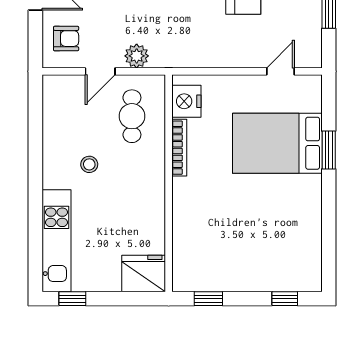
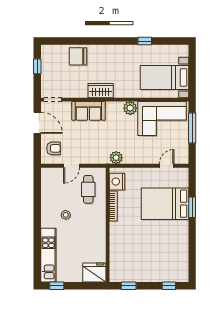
plant: (137, 56) -> (116, 158), moved

